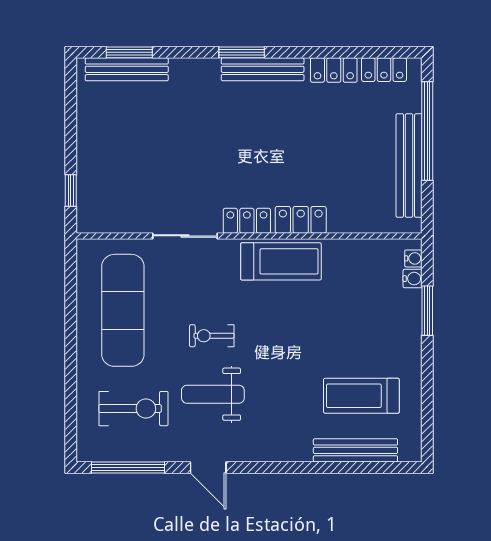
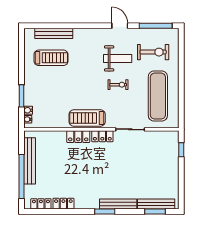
bench: (263, 69) -> (118, 204), moved
exercise bike: (134, 409) -> (153, 52), turned 180

